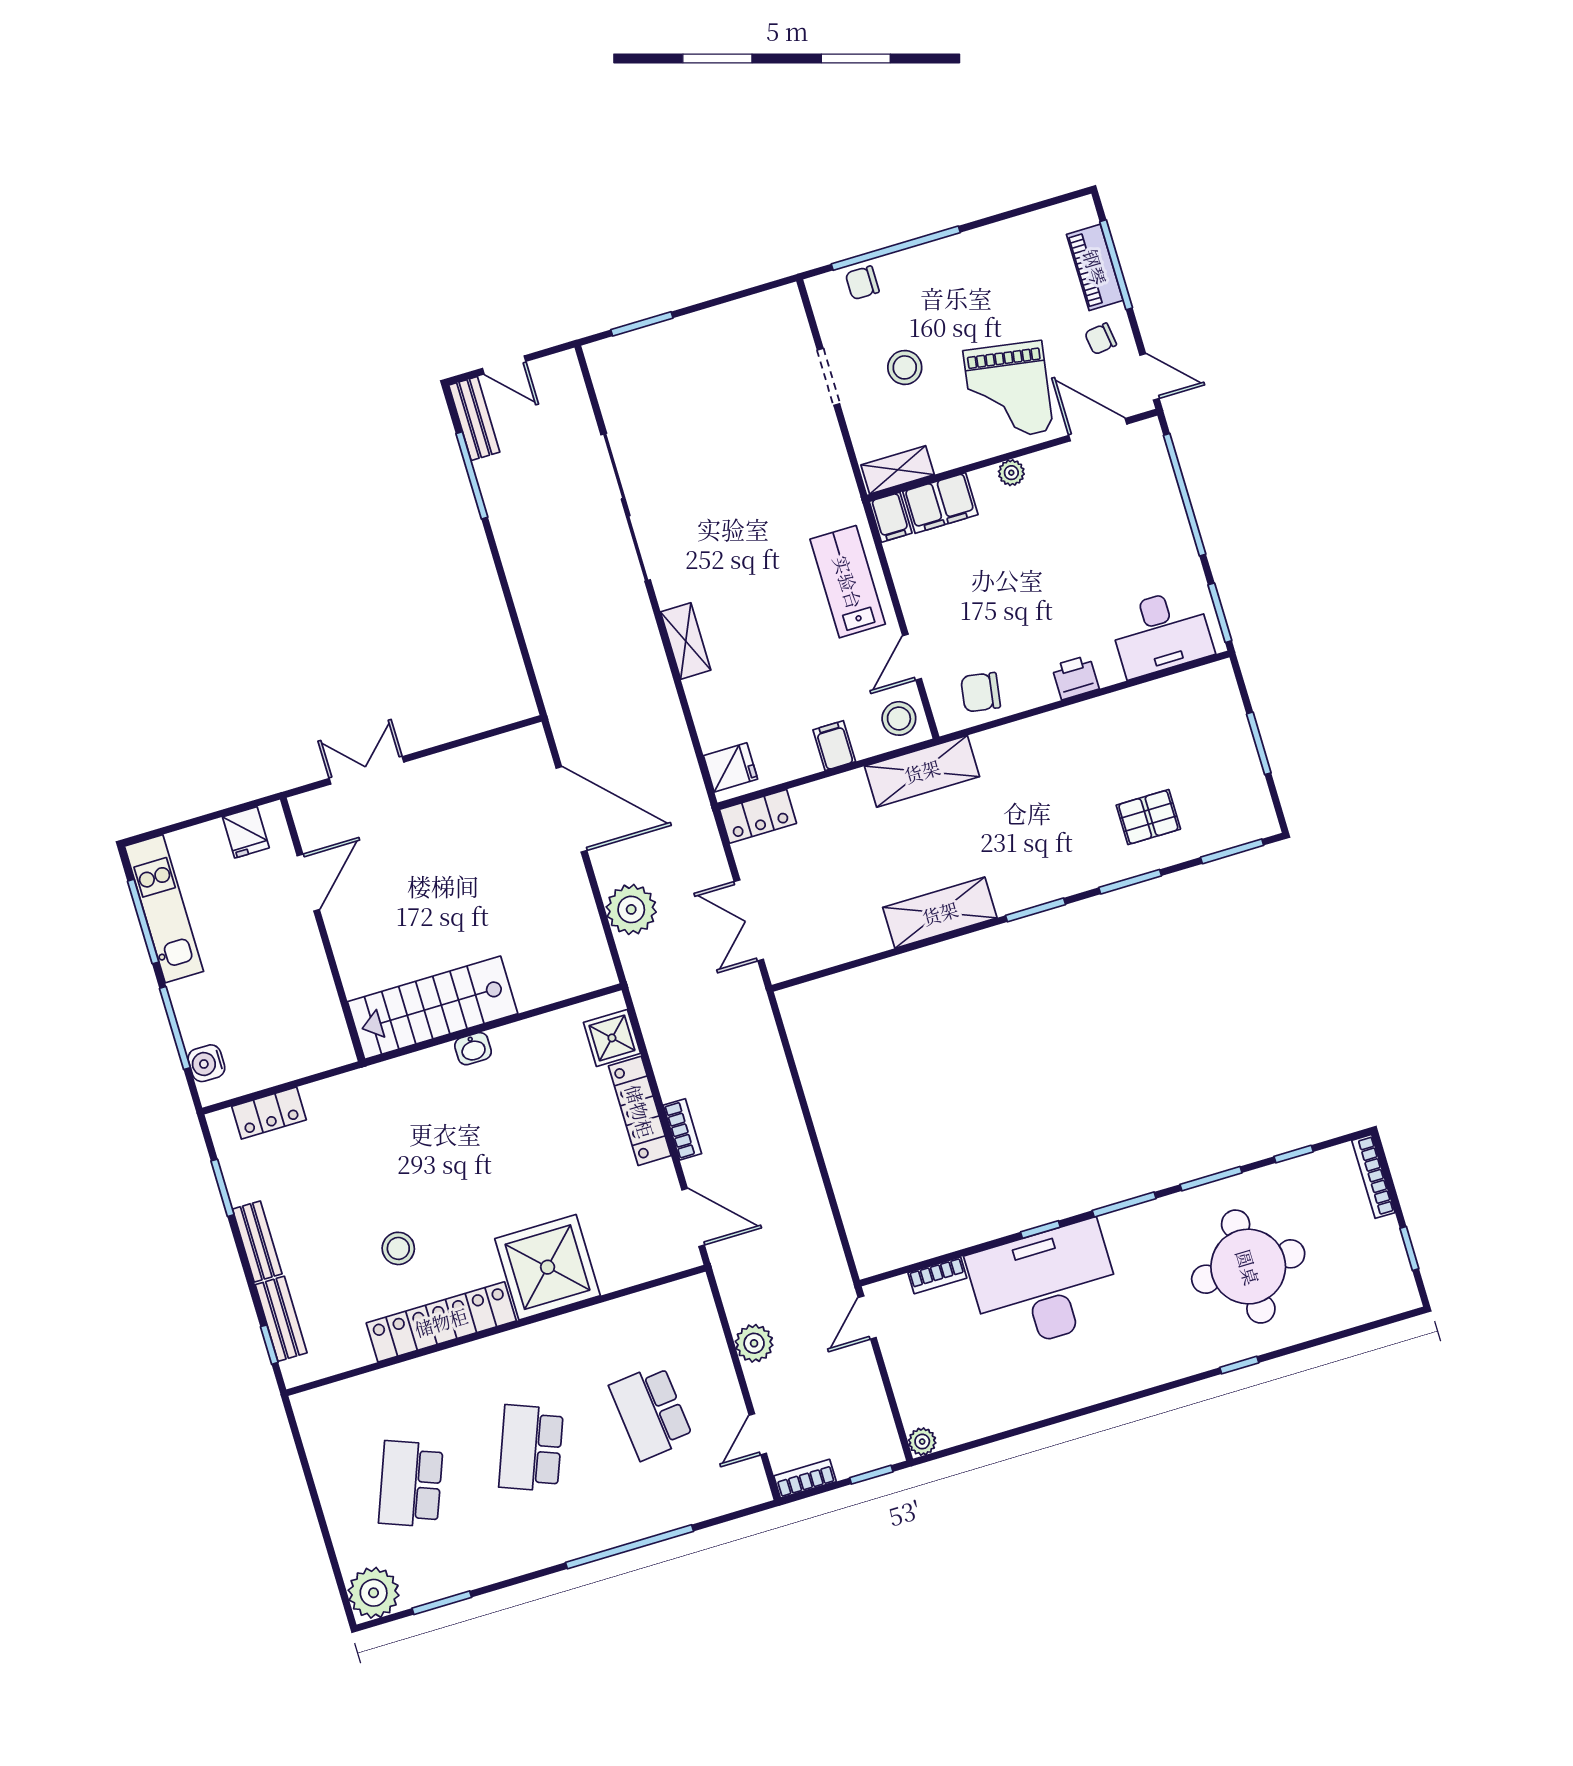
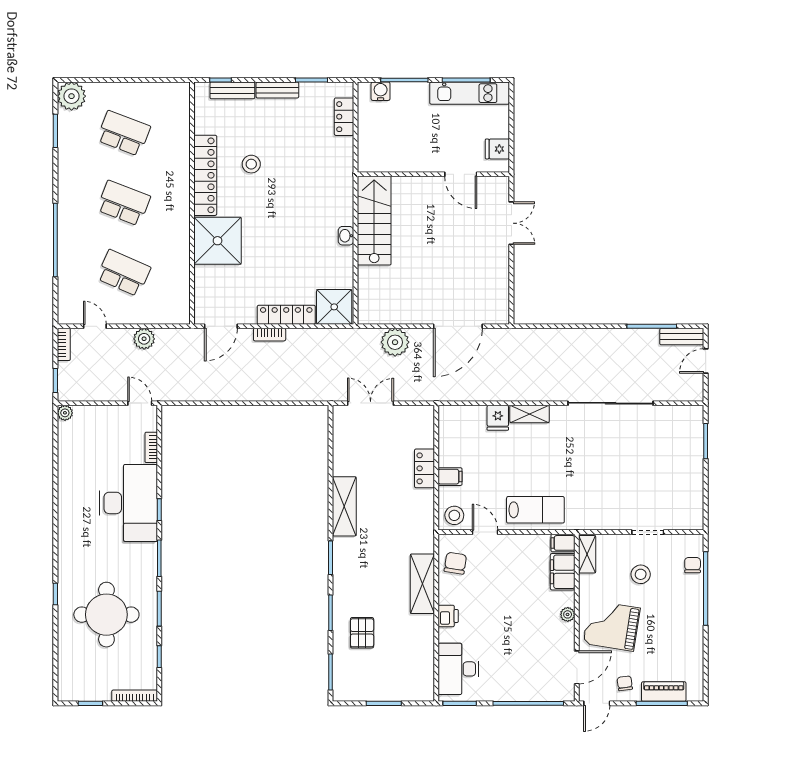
fridge: (730, 767) -> (498, 418), moved
shelving: (922, 771) -> (422, 584), moved
locker: (758, 816) -> (425, 468), moved
shower: (612, 1038) -> (334, 307), width x1.36, depth x1.36
school desk: (651, 1412) -> (124, 273), turned 30

